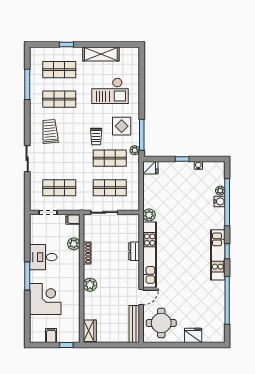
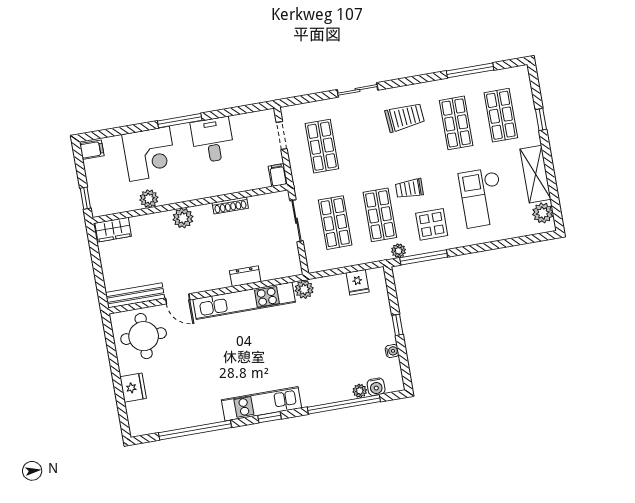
plant: (127, 54) -> (543, 213), added
fridge: (150, 168) -> (358, 282), moved
water cooler: (219, 201) -> (376, 387), moved
plant: (74, 244) -> (149, 199), moved
filing cabinet: (51, 336) -> (92, 150), moved

